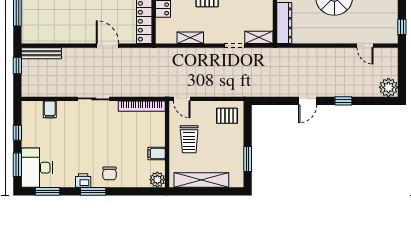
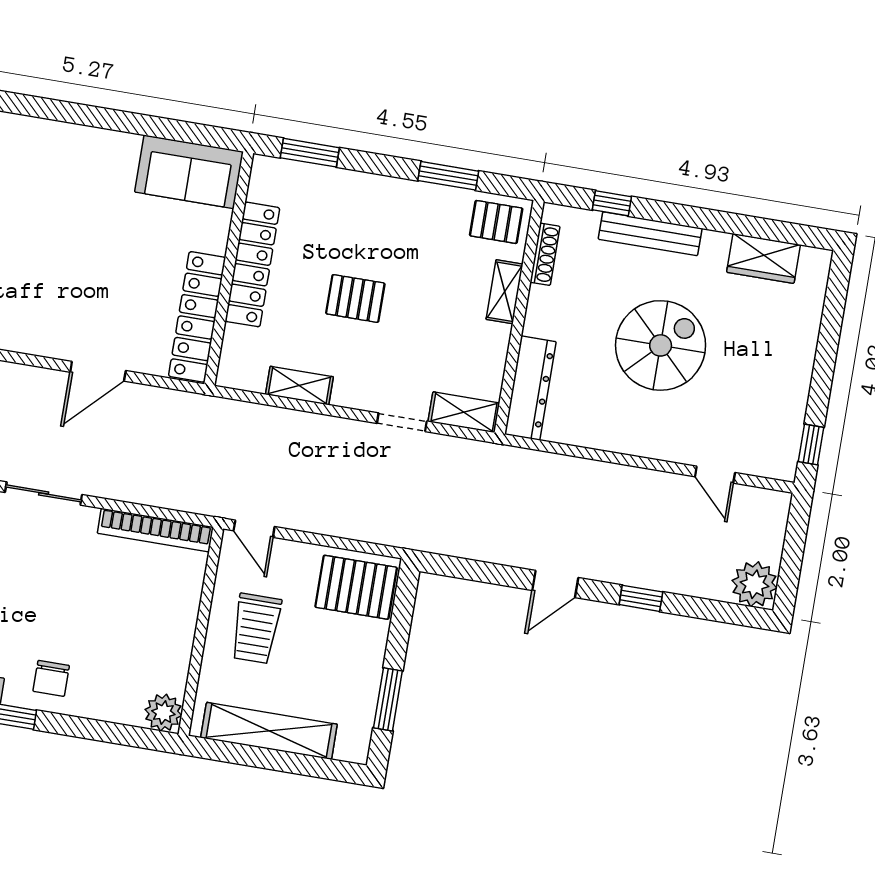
door: (108, 46) -> (98, 371), swing flipped
pallet: (227, 116) -> (356, 587), width x1.50, depth x1.42
filing cabinet: (157, 154) -> (172, 650), removed

